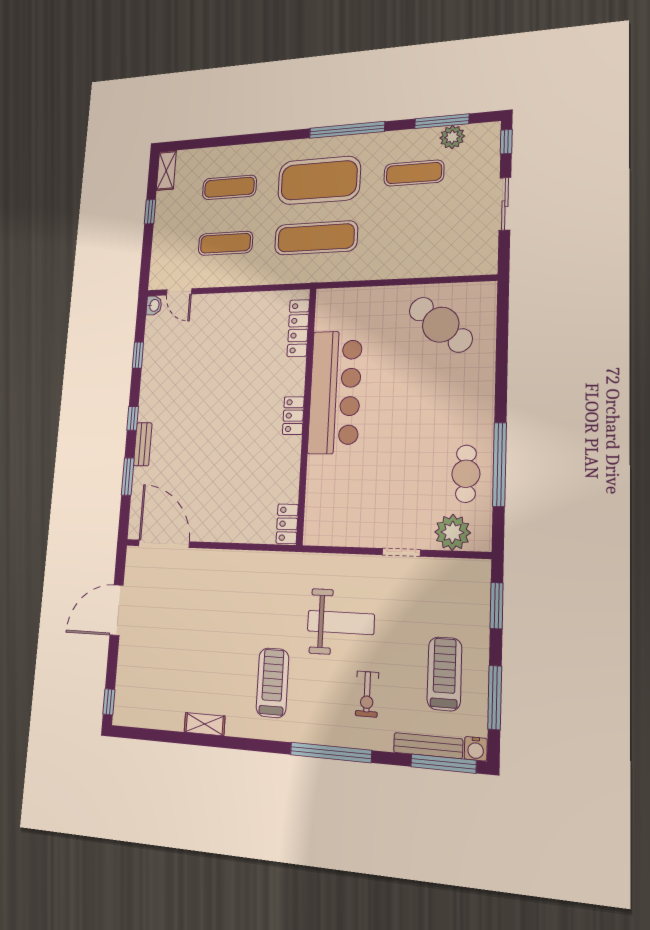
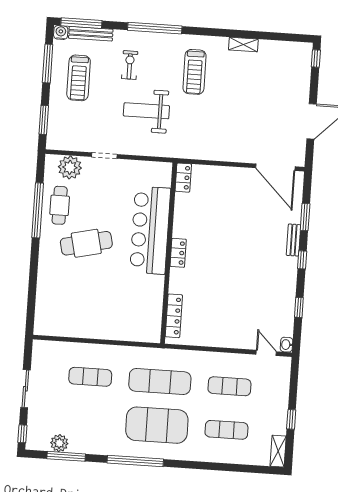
exercise mat: (414, 173) -> (90, 377), moved
cafe table: (441, 325) -> (86, 243), moved, turned -53
bar counter: (335, 392) -> (150, 230), moved

